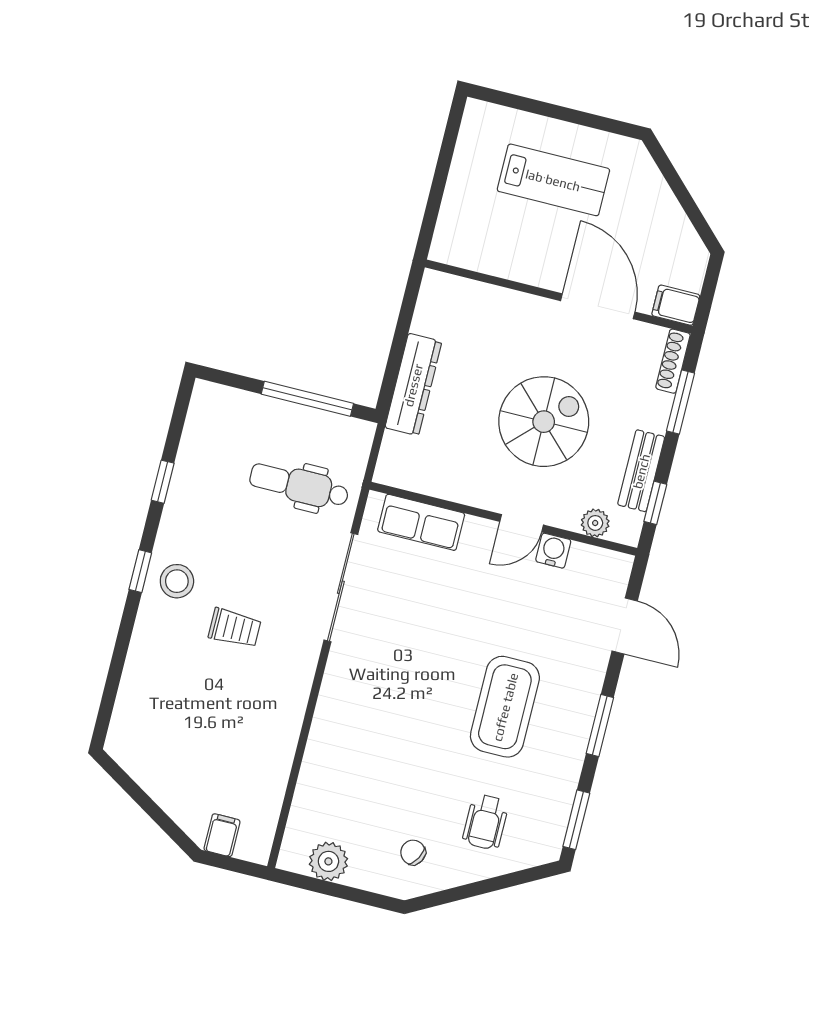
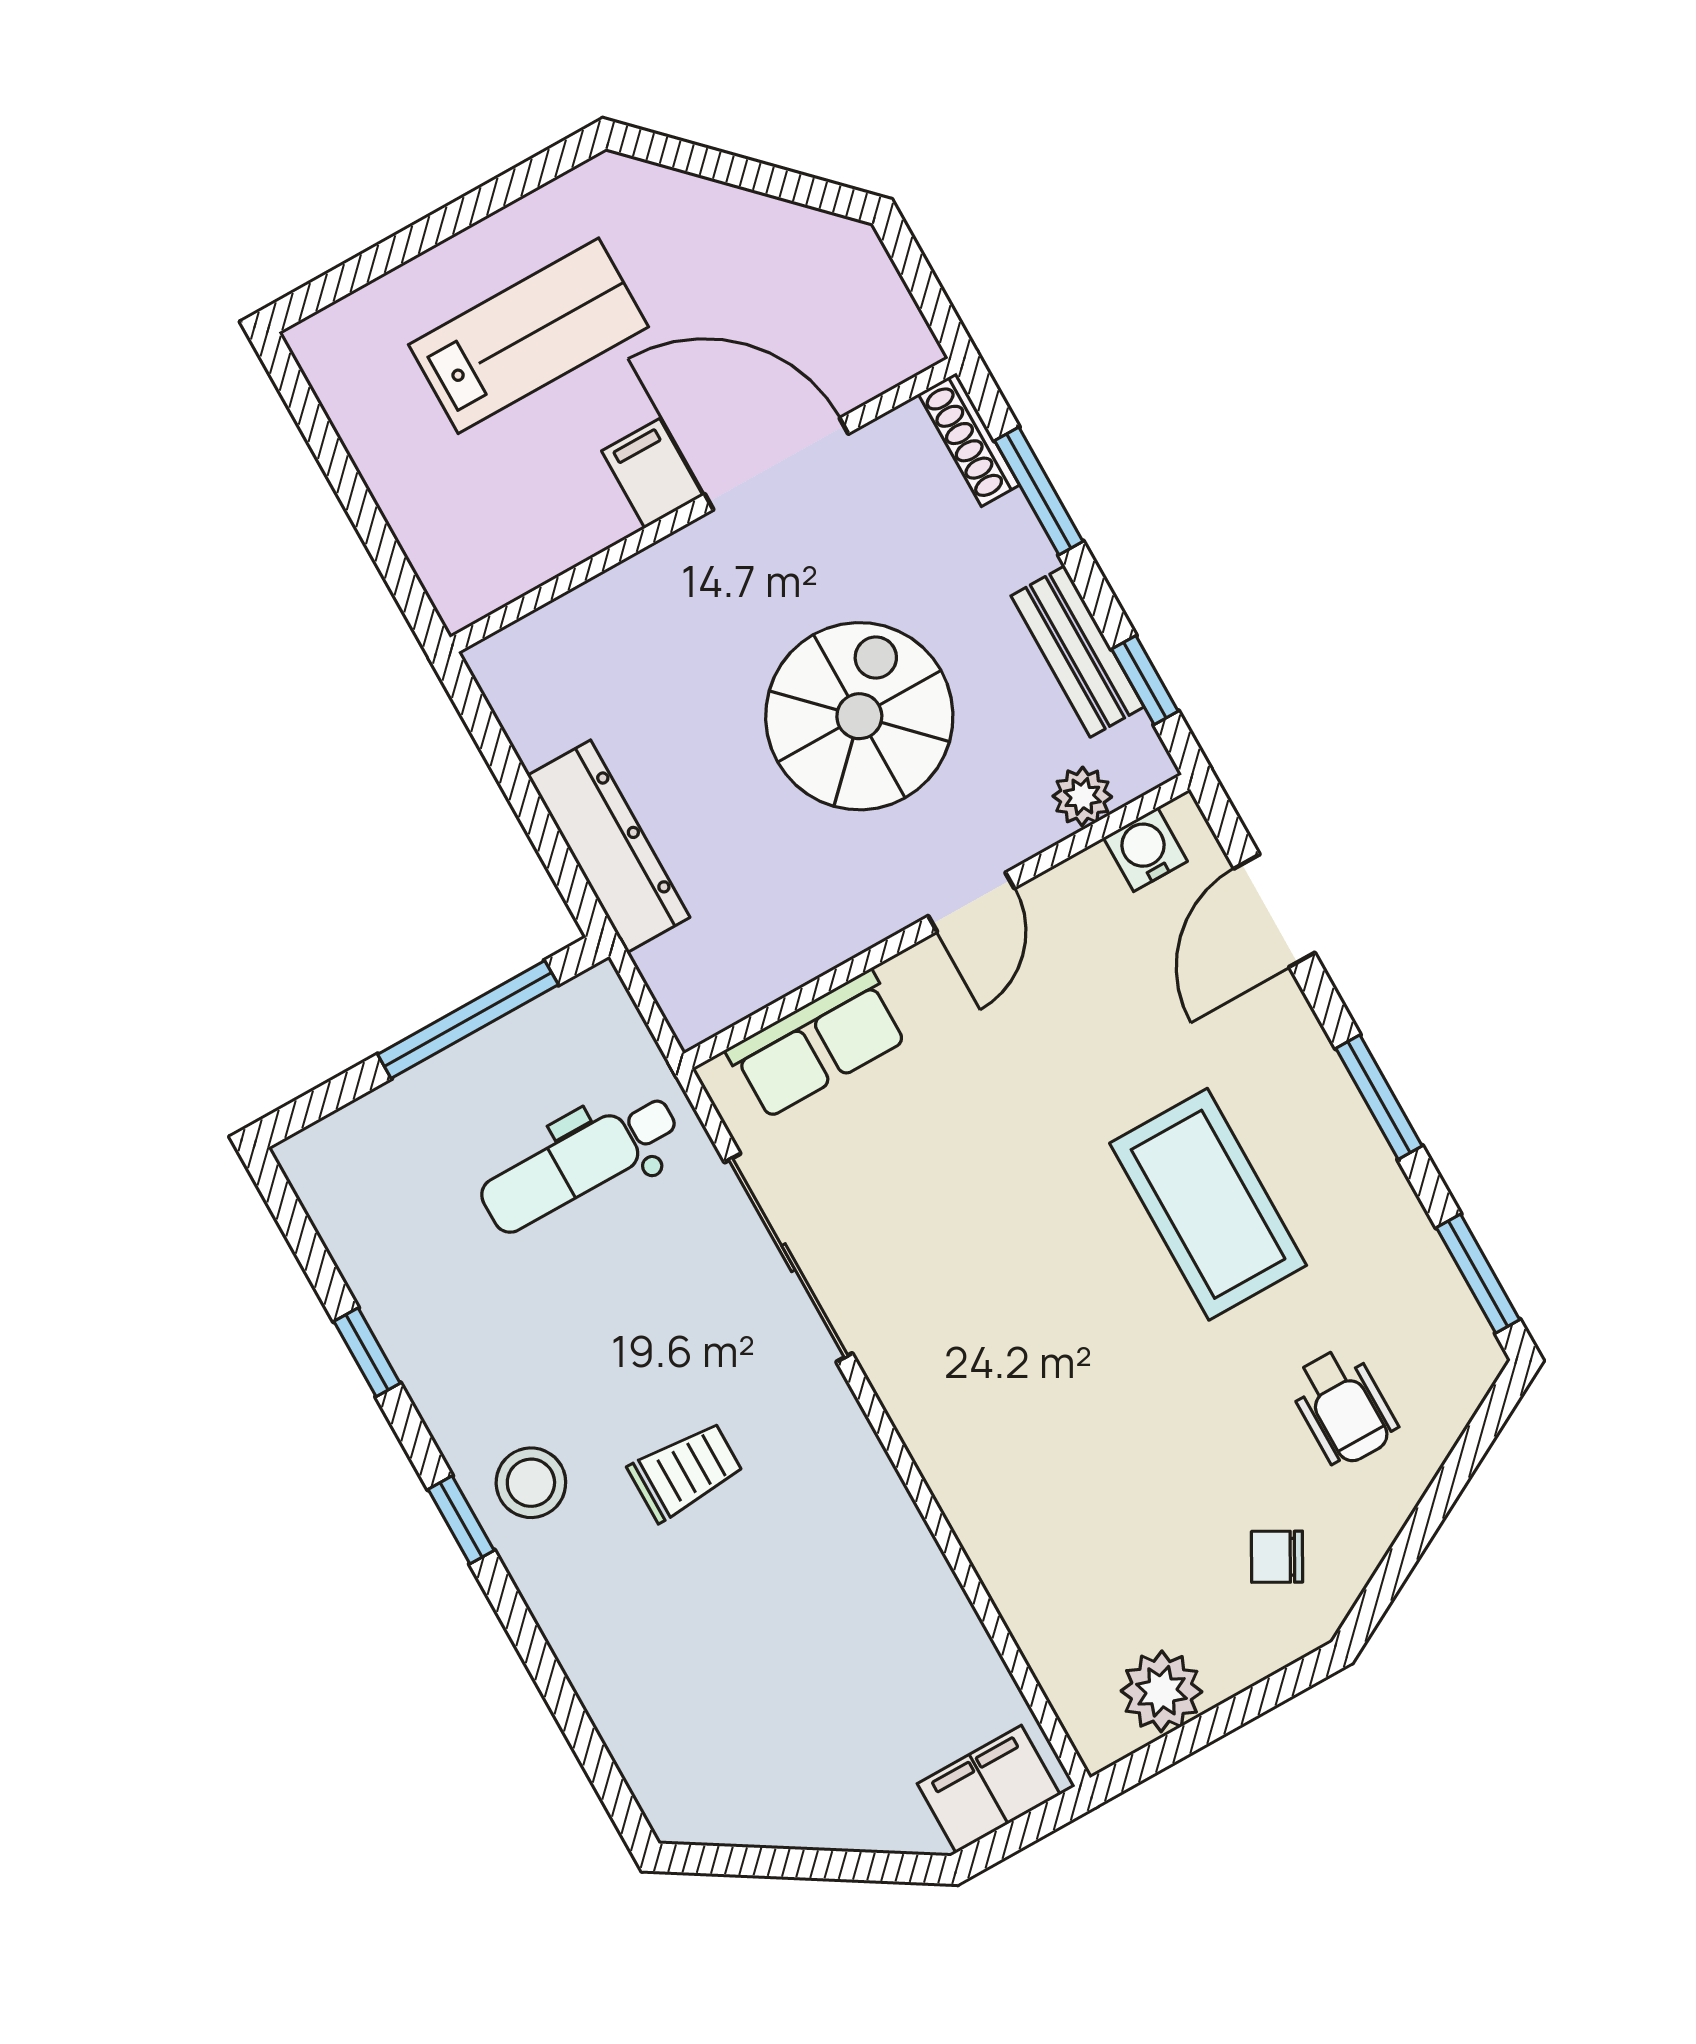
filing cabinet: (676, 305) -> (652, 473), moved, turned 90
water cooler: (553, 551) -> (1145, 849), moved
door: (625, 626) -> (1274, 911), swing flipped
filing cabinet: (222, 835) -> (989, 1789), width x2.00

